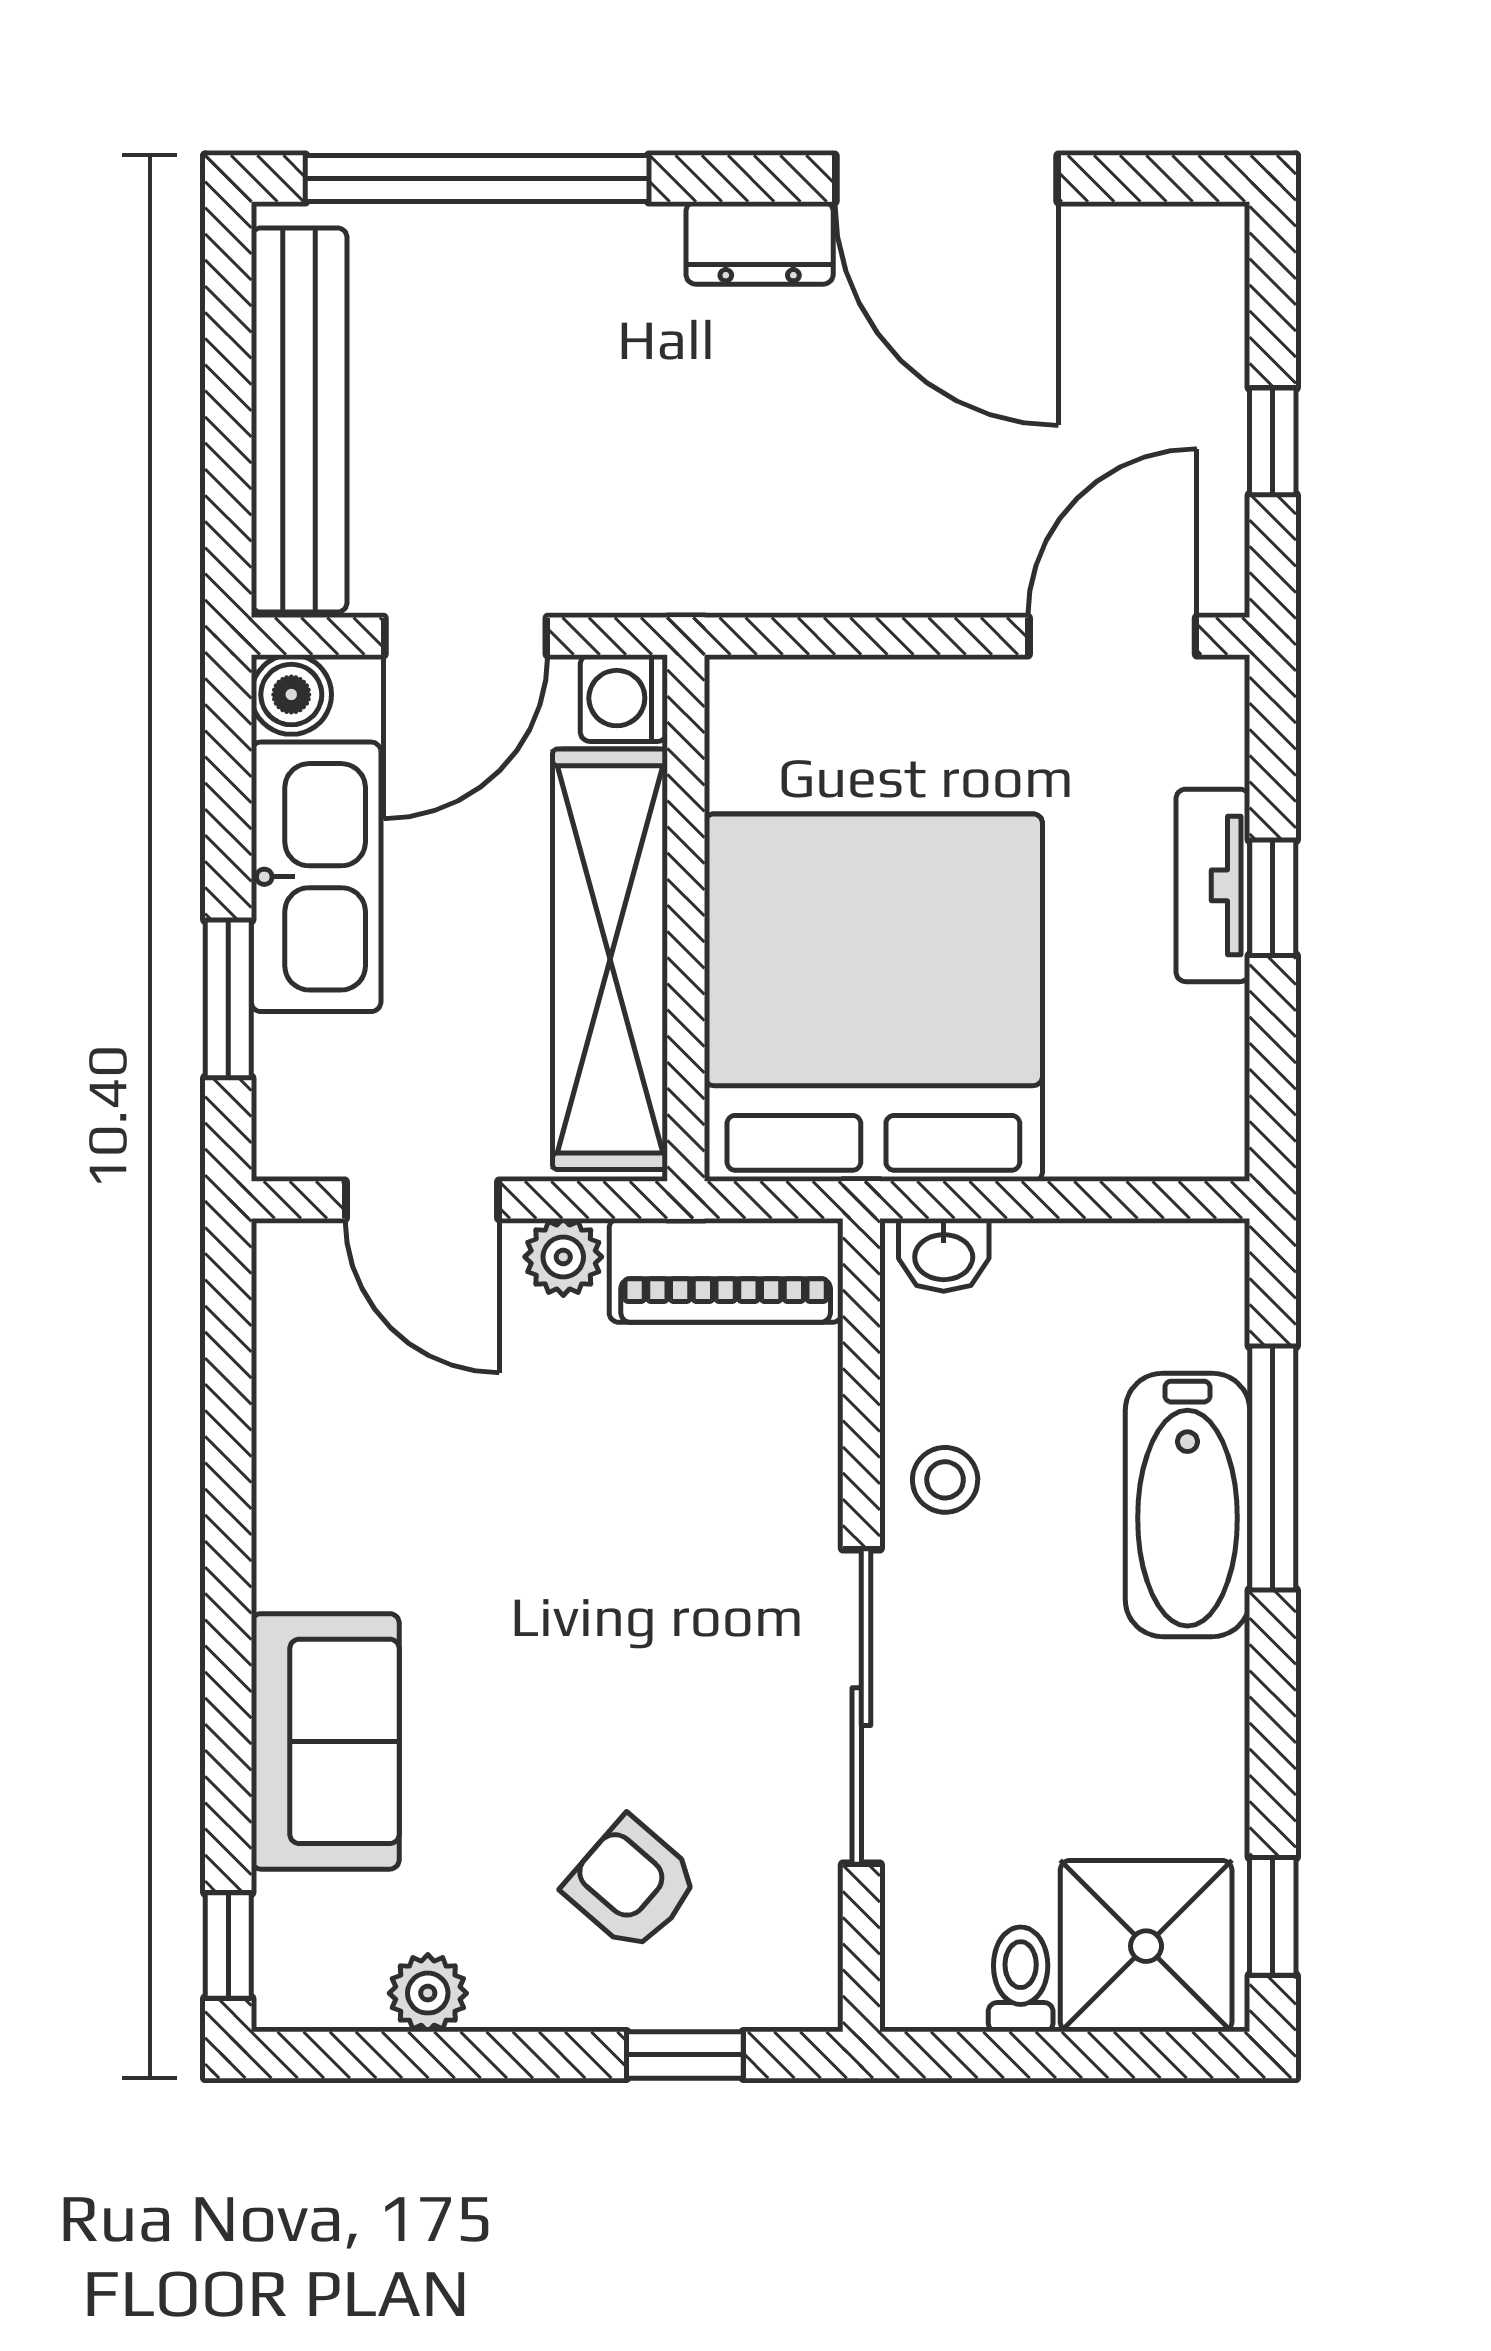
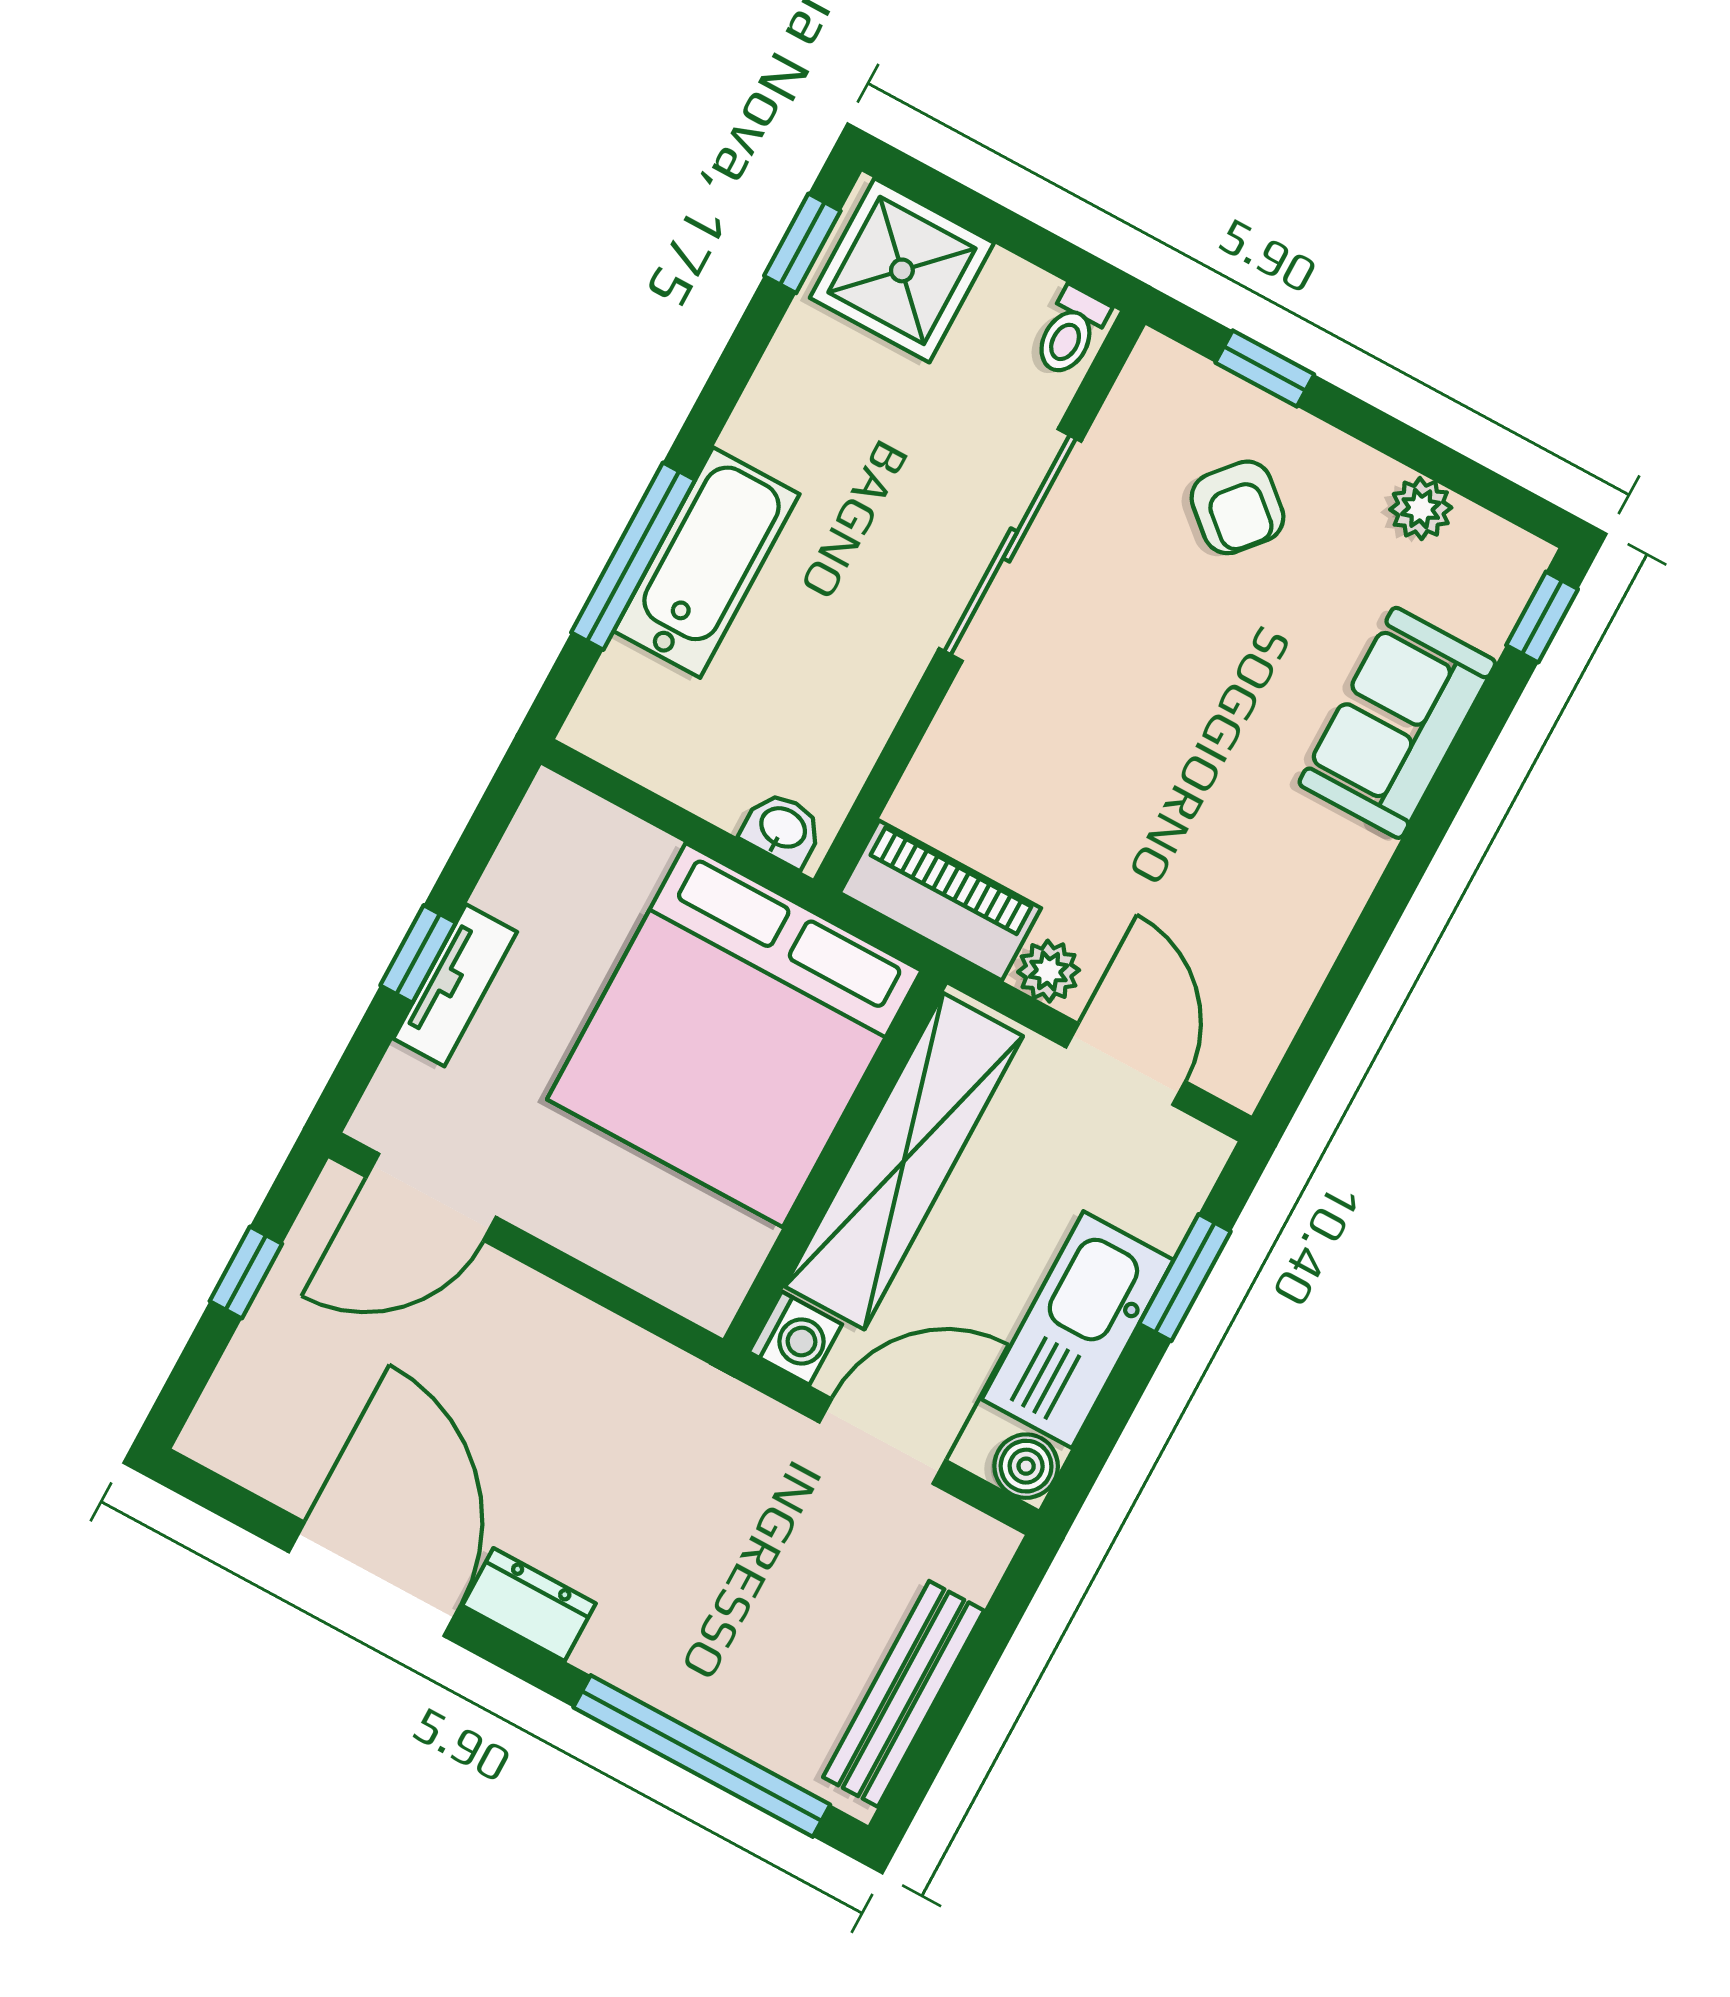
bench: (299, 420) -> (903, 1694), width x0.73, depth x0.82
stool: (945, 1480) -> (866, 672), removed
toilet: (1021, 1979) -> (1071, 332), moved

